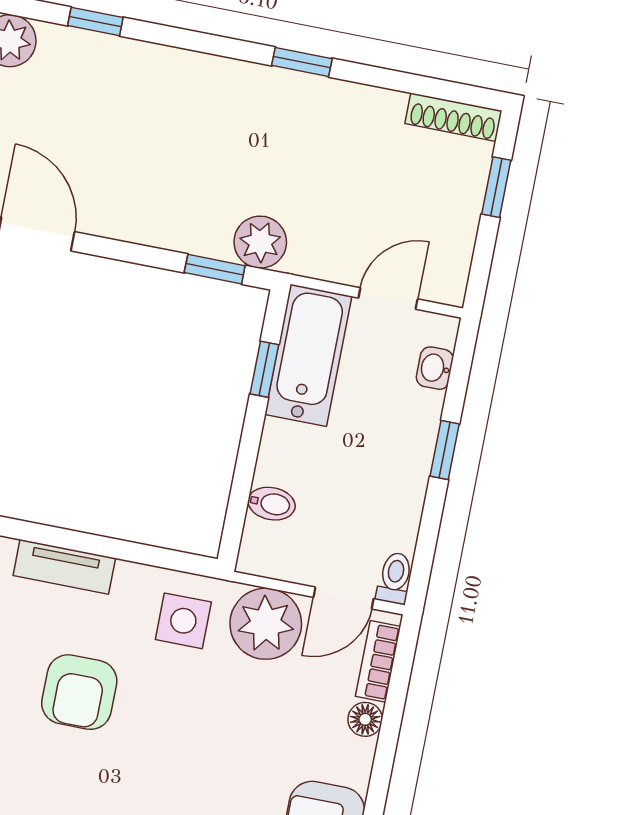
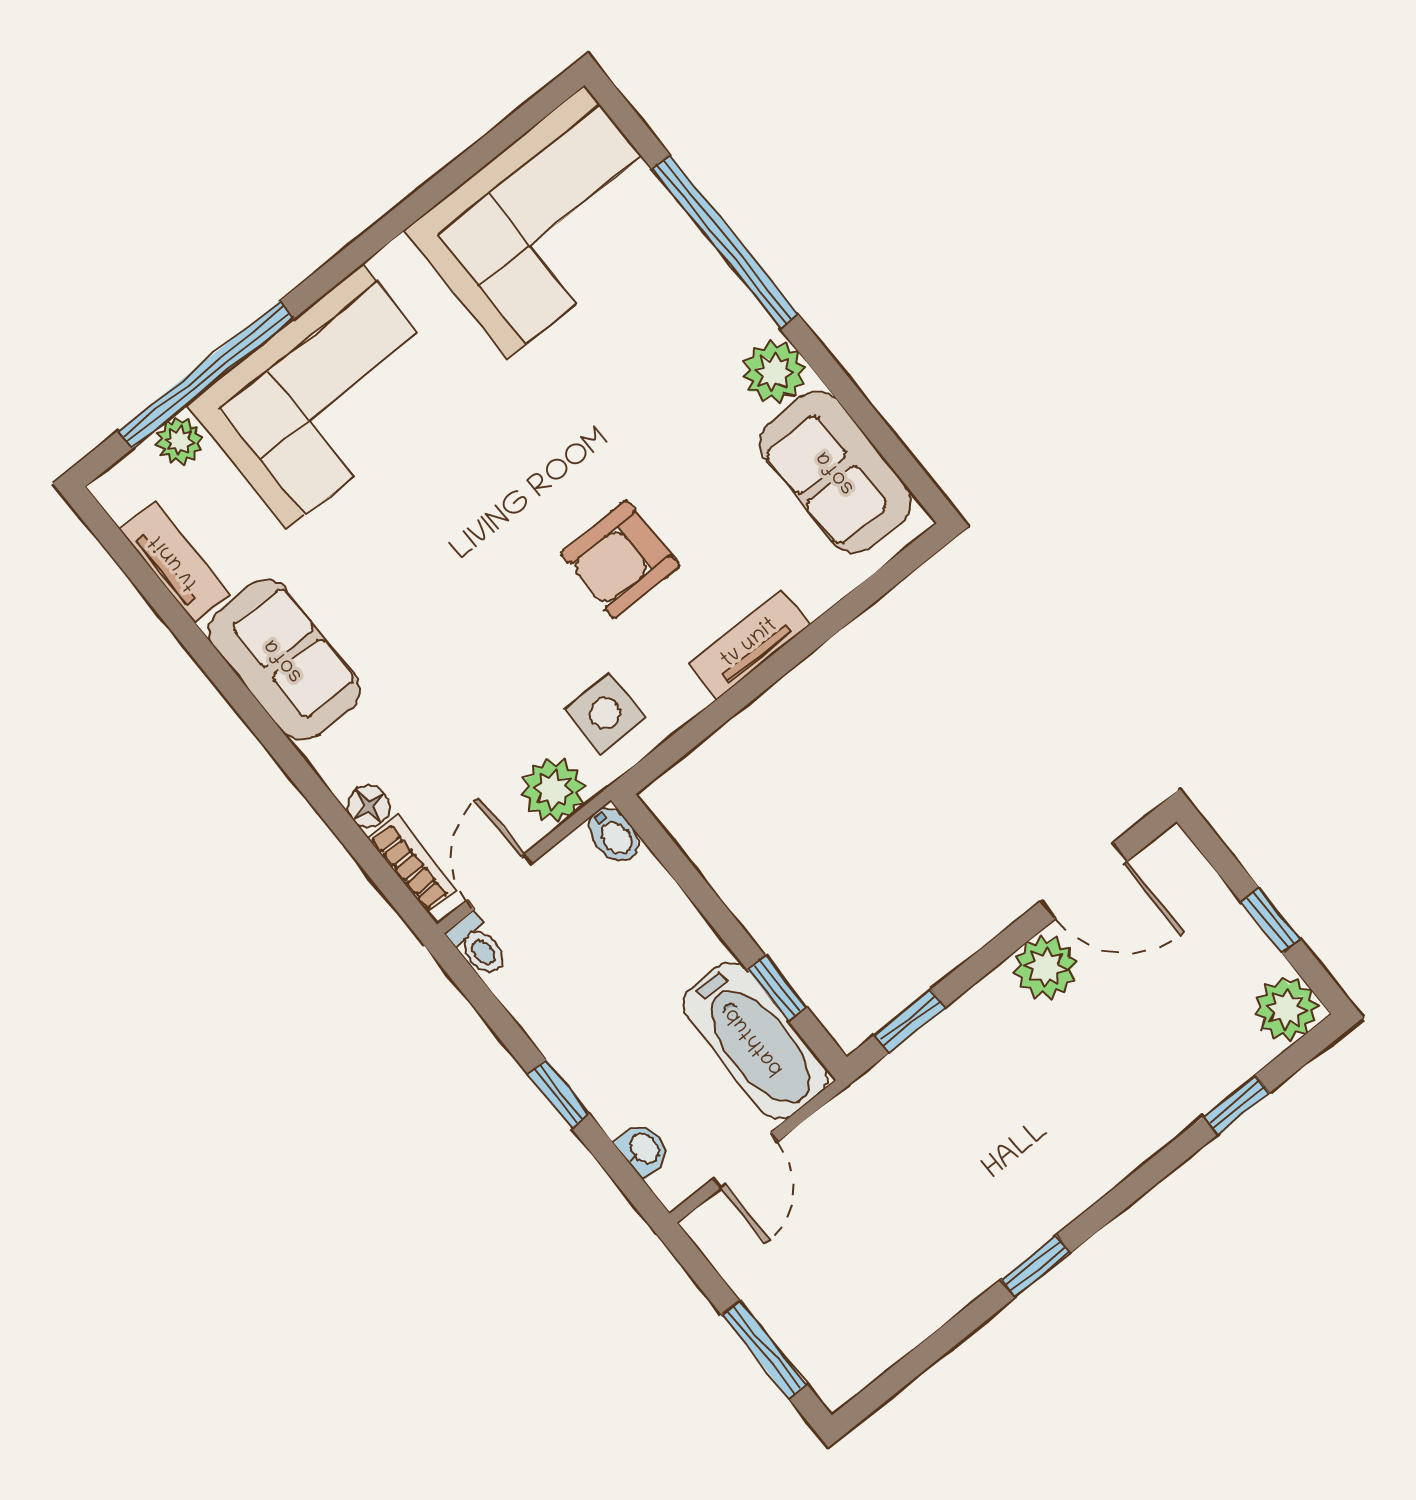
shoe rack: (453, 117) -> (864, 1365), removed
window: (496, 187) -> (764, 1350), width x1.50
plant: (260, 242) -> (1046, 967), moved
bidet: (272, 504) -> (614, 835), moved, turned -90
plant: (266, 624) -> (553, 790), width x0.73, depth x0.73
armchair: (79, 692) -> (620, 559), turned -90

